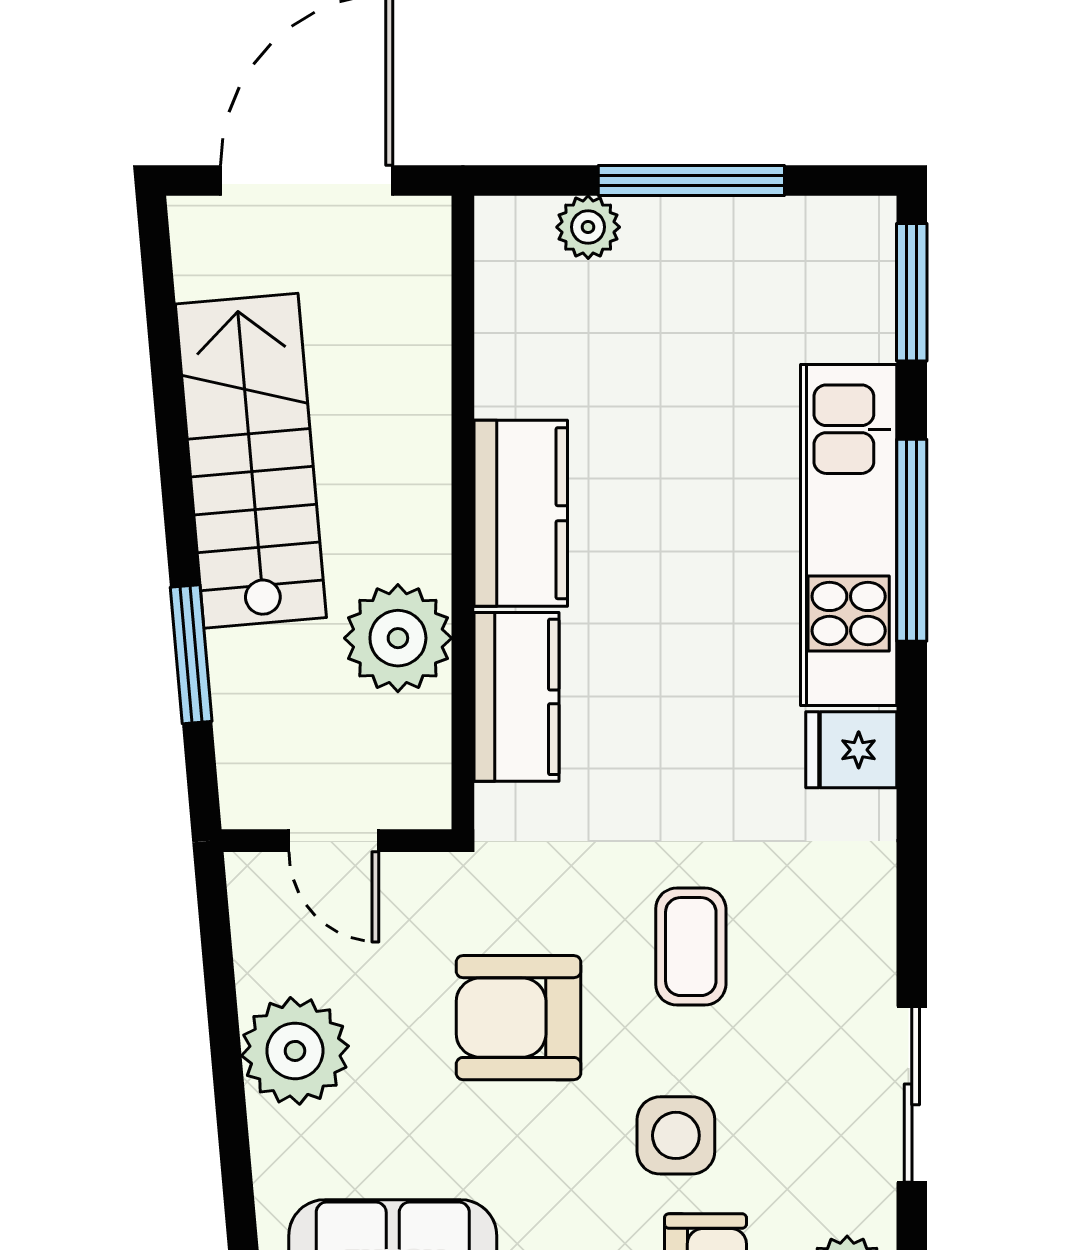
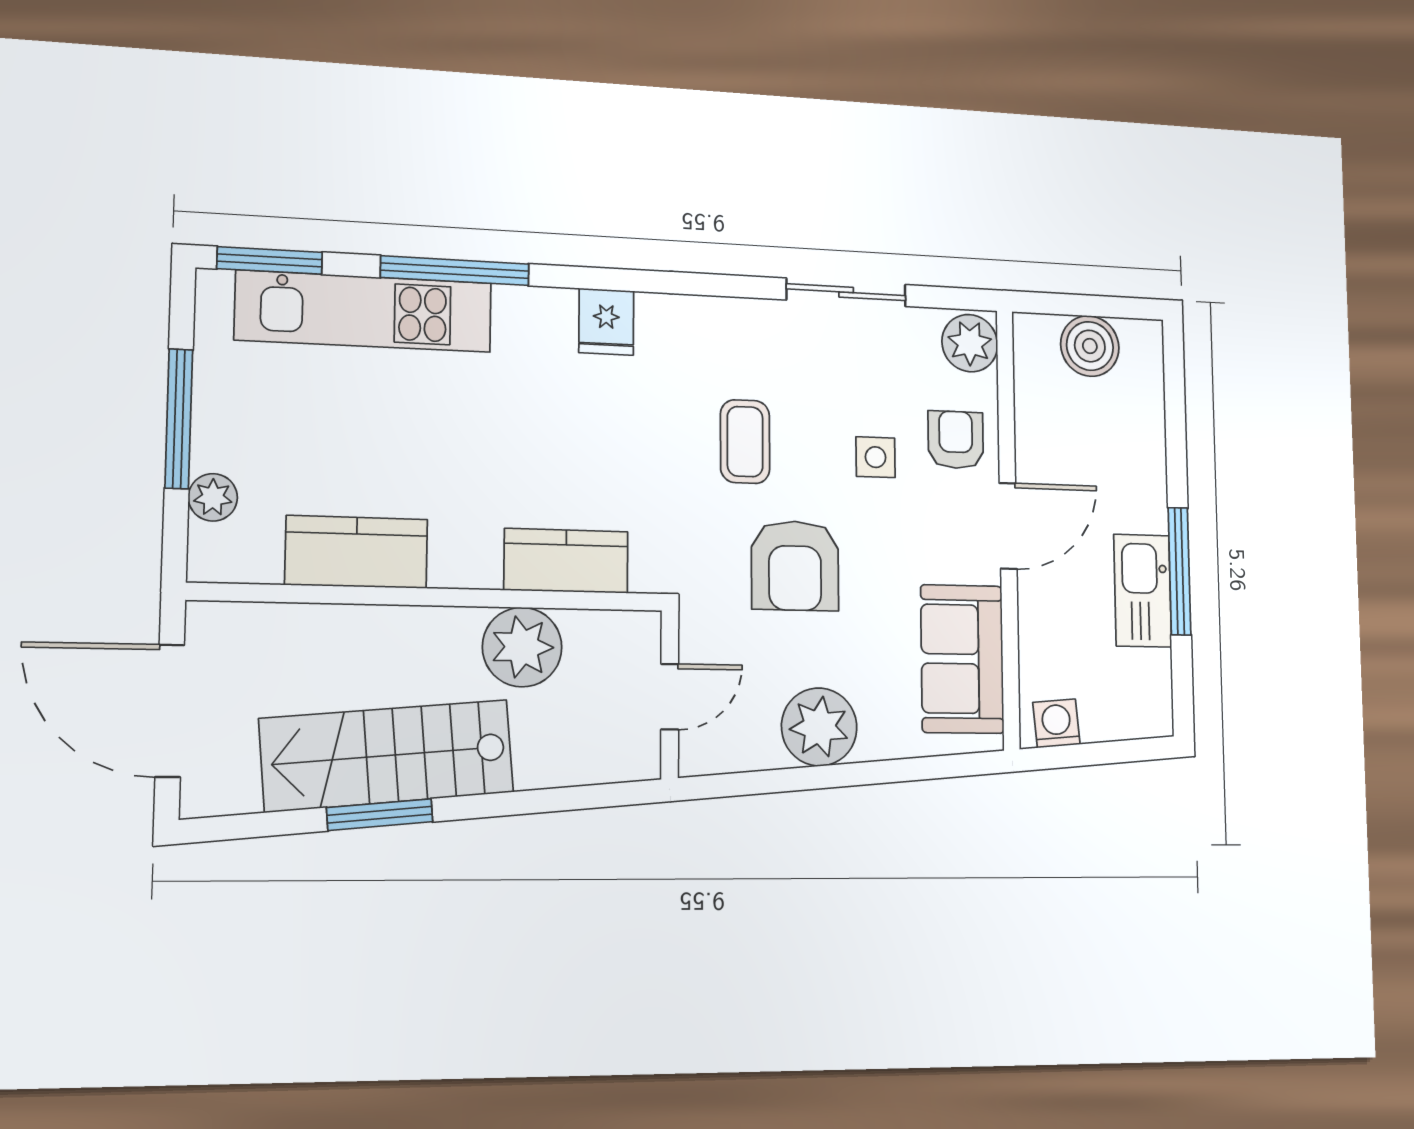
kitchen counter: (521, 513) -> (356, 552), moved
kitchen unit: (849, 535) -> (364, 311), moved
window: (191, 654) -> (380, 815), moved
coffee table: (691, 947) -> (745, 442), turned 90
side table: (676, 1135) -> (876, 457), width x0.73, depth x0.73

